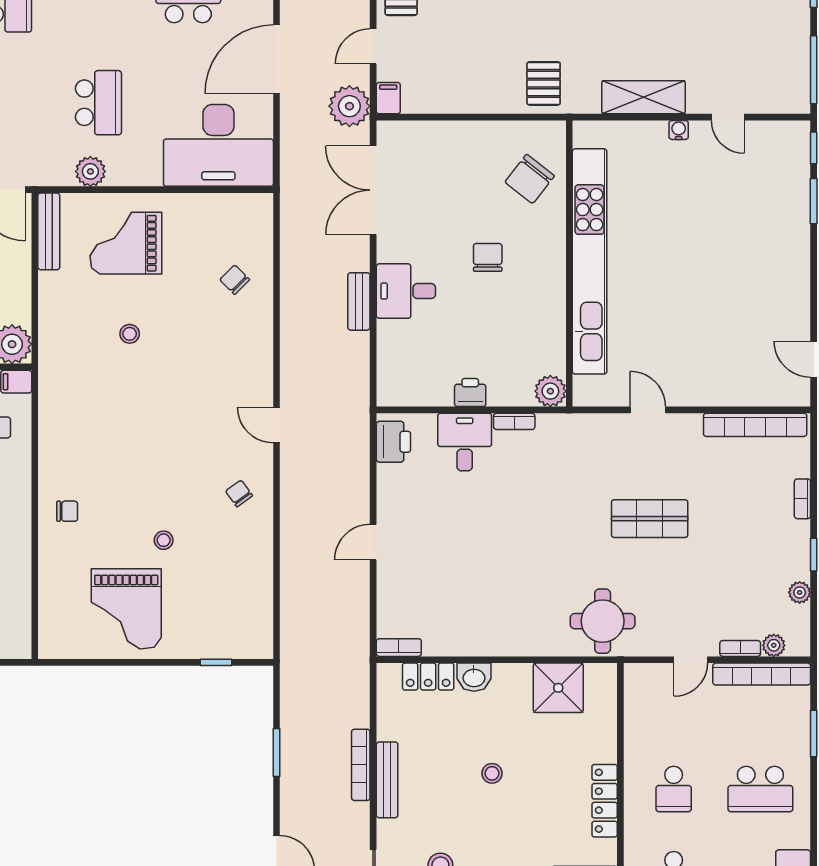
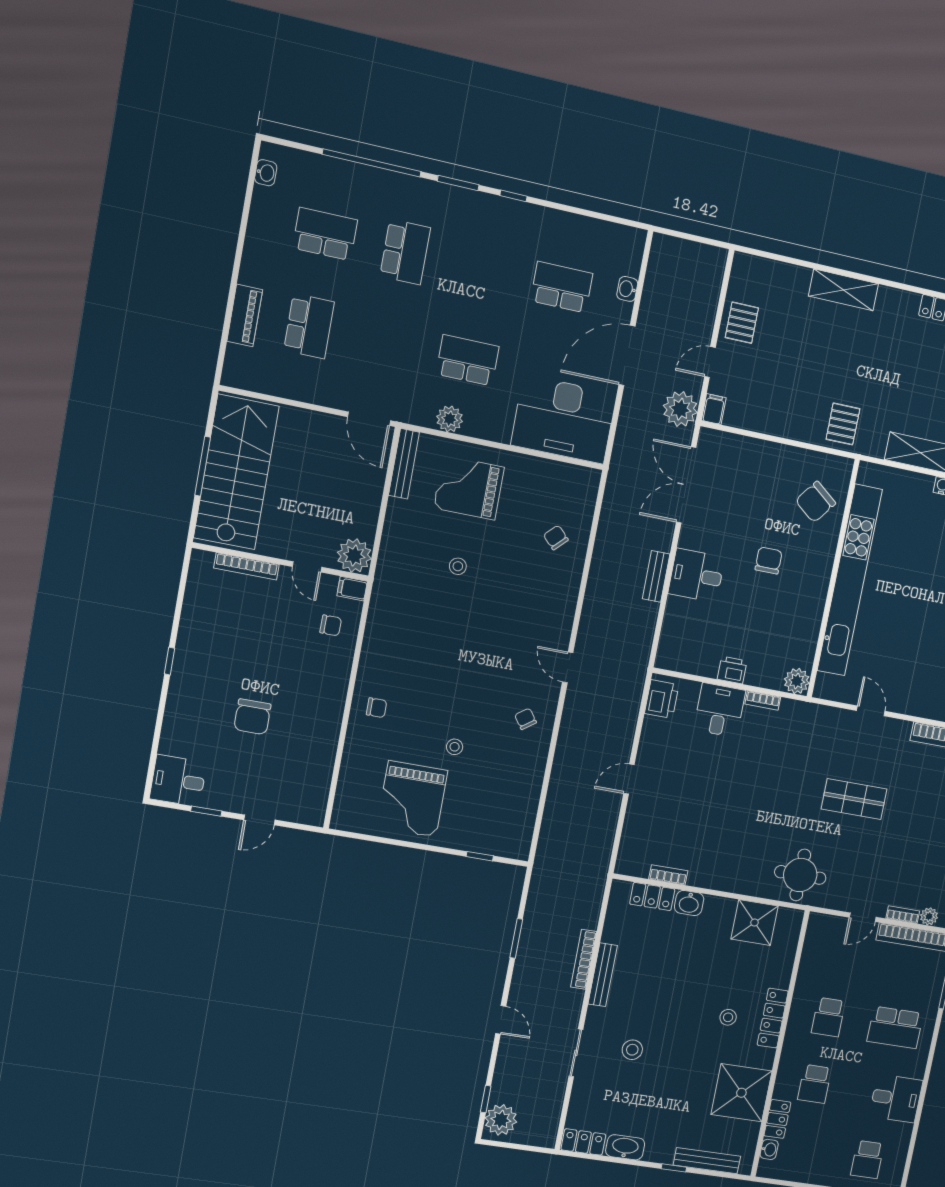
school desk: (98, 103) -> (468, 360), turned -90
bookcase: (399, 648) -> (668, 875), moved
stool: (492, 773) -> (728, 1017), moved

